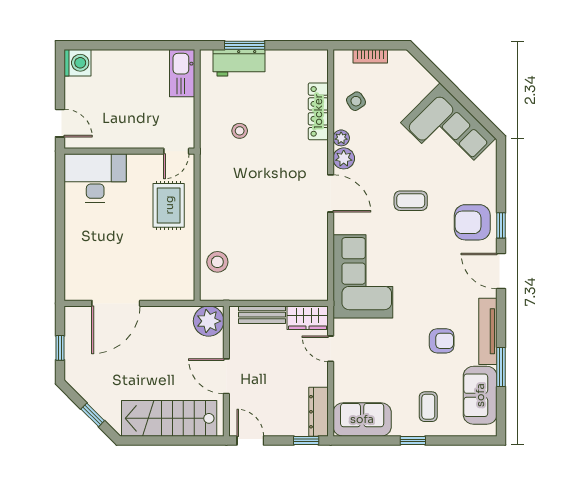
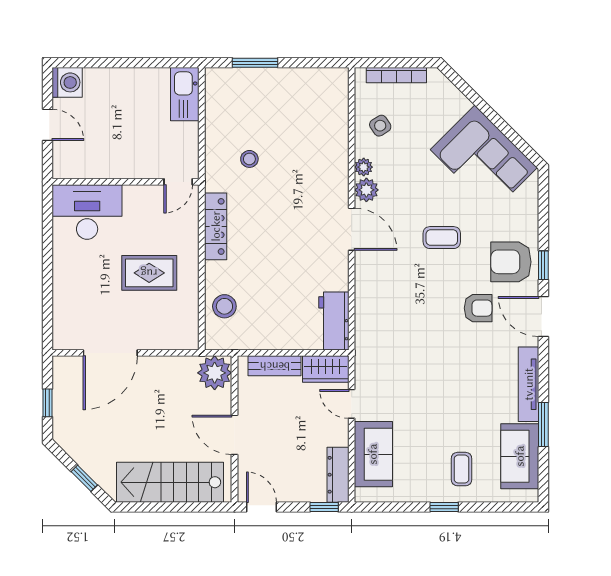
bookcase: (370, 56) -> (396, 75), width x1.56
workbench: (239, 63) -> (334, 321), moved, turned 90
locker: (318, 111) -> (216, 226), moved, turned 180
door: (60, 123) -> (48, 125), moved
rug: (169, 205) -> (149, 273), moved, turned 90
corner sofa: (363, 276) -> (388, 323), removed
armchair: (442, 341) -> (478, 308), moved
sofa: (362, 419) -> (373, 454), moved, turned 90

